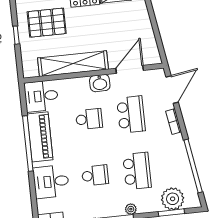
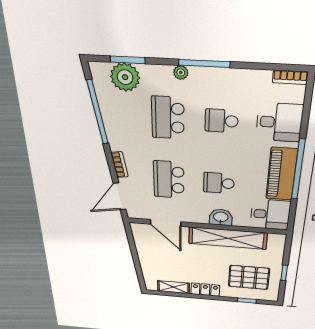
door: (130, 69) -> (166, 223), hinge flipped
washbasin: (100, 83) -> (221, 217), moved

